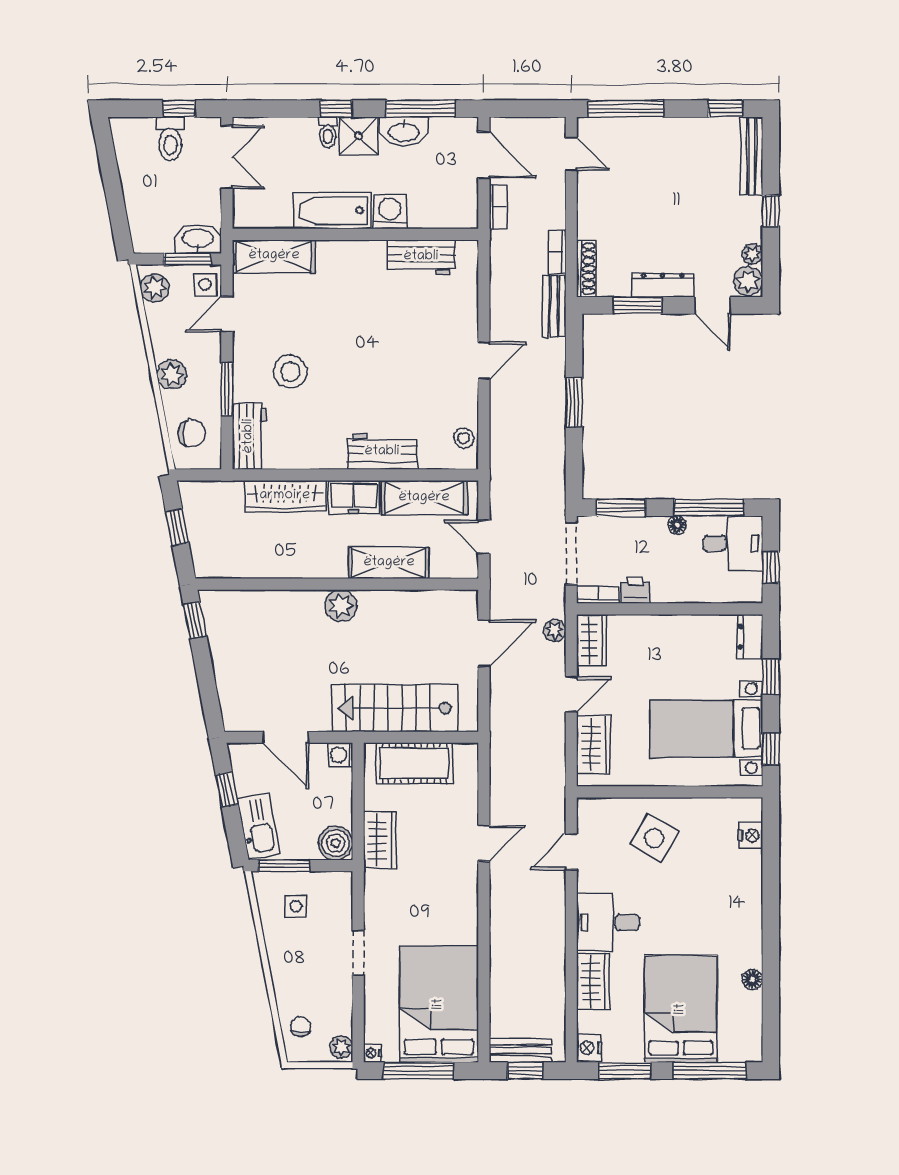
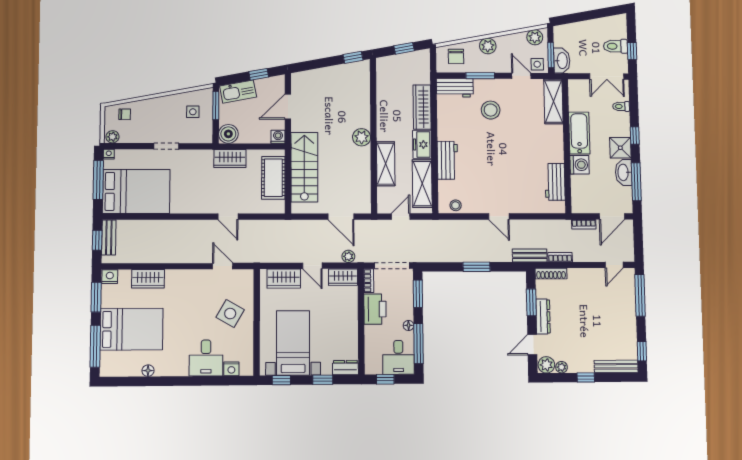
toilet: (328, 132) -> (621, 106), moved
printer: (636, 590) -> (375, 309), width x1.87, depth x1.48
desk: (608, 922) -> (206, 358), moved, turned 180

